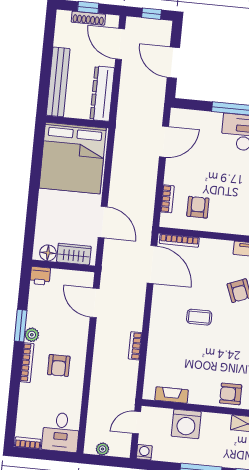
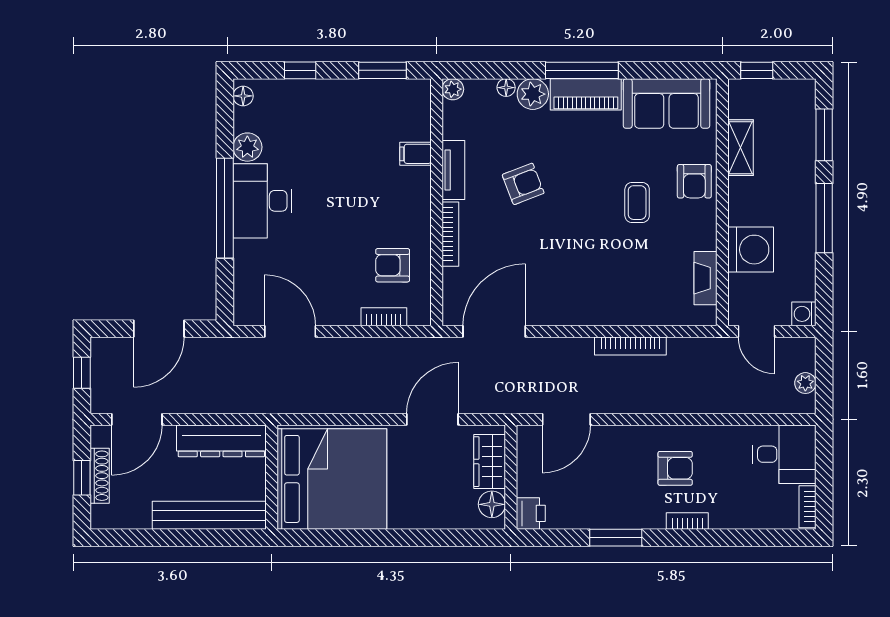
bookcase: (179, 241) -> (450, 234), moved
coffee table: (199, 317) -> (637, 203), moved
plant: (32, 335) -> (629, 518), removed
bookcase: (135, 346) -> (630, 346), width x1.56
bookcase: (27, 363) -> (687, 521), width x0.64

